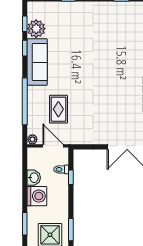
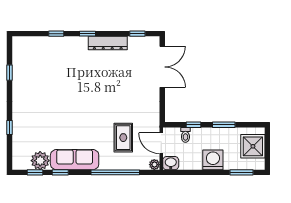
rug: (58, 109) -> (123, 138), turned 90
door: (53, 146) -> (161, 143), hinge flipped
washbasin: (34, 178) -> (171, 163), moved
window: (71, 230) -> (224, 125), moved

